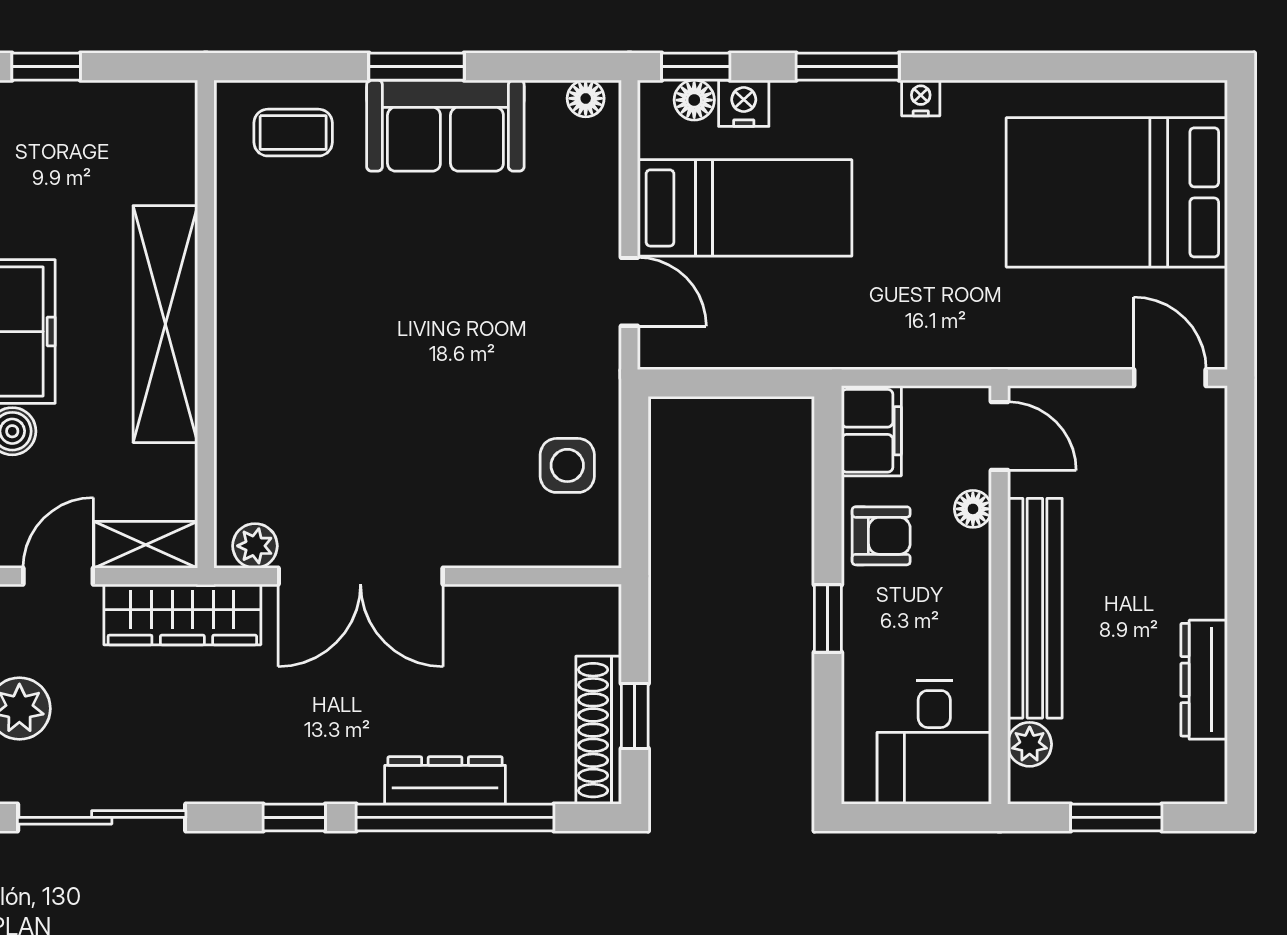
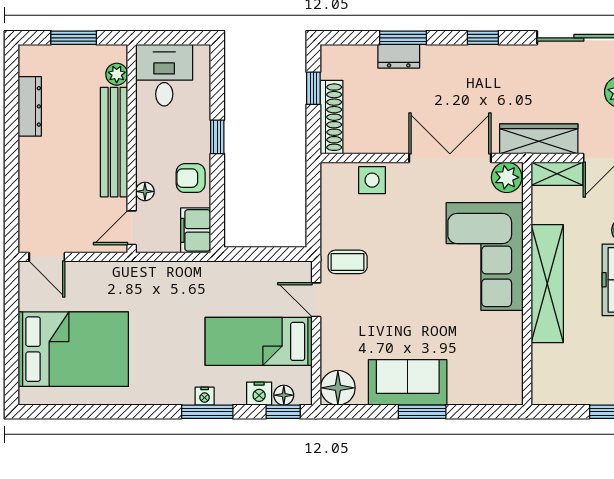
floor lamp: (586, 98) -> (338, 388), width x1.89, depth x1.89
nightstand: (921, 98) -> (205, 396), moved
coffee table: (293, 133) -> (348, 262), moved
corner sofa: (291, 378) -> (485, 256), added
door: (999, 436) -> (132, 228), hinge flipped
side table: (567, 465) -> (372, 180), moved
plant: (255, 546) -> (507, 177), width x1.38, depth x1.38
shoe rack: (599, 730) -> (331, 117), moved
dresser: (445, 780) -> (399, 56), width x0.70
window: (455, 817) -> (403, 38), width x0.47

